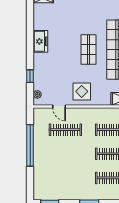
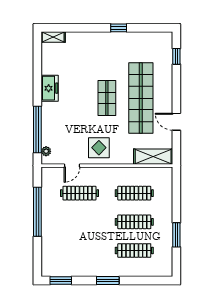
window: (30, 76) -> (37, 130), width x3.17
door: (59, 106) -> (72, 166), hinge flipped

